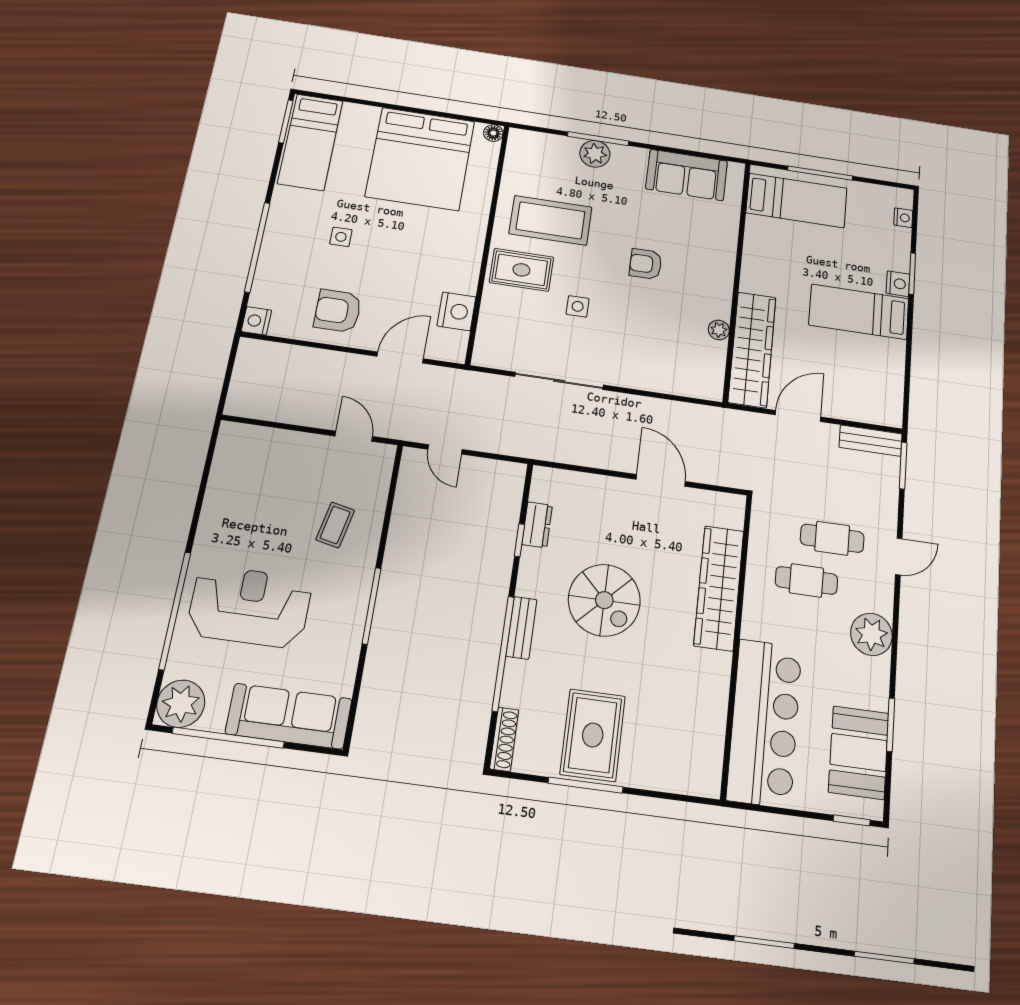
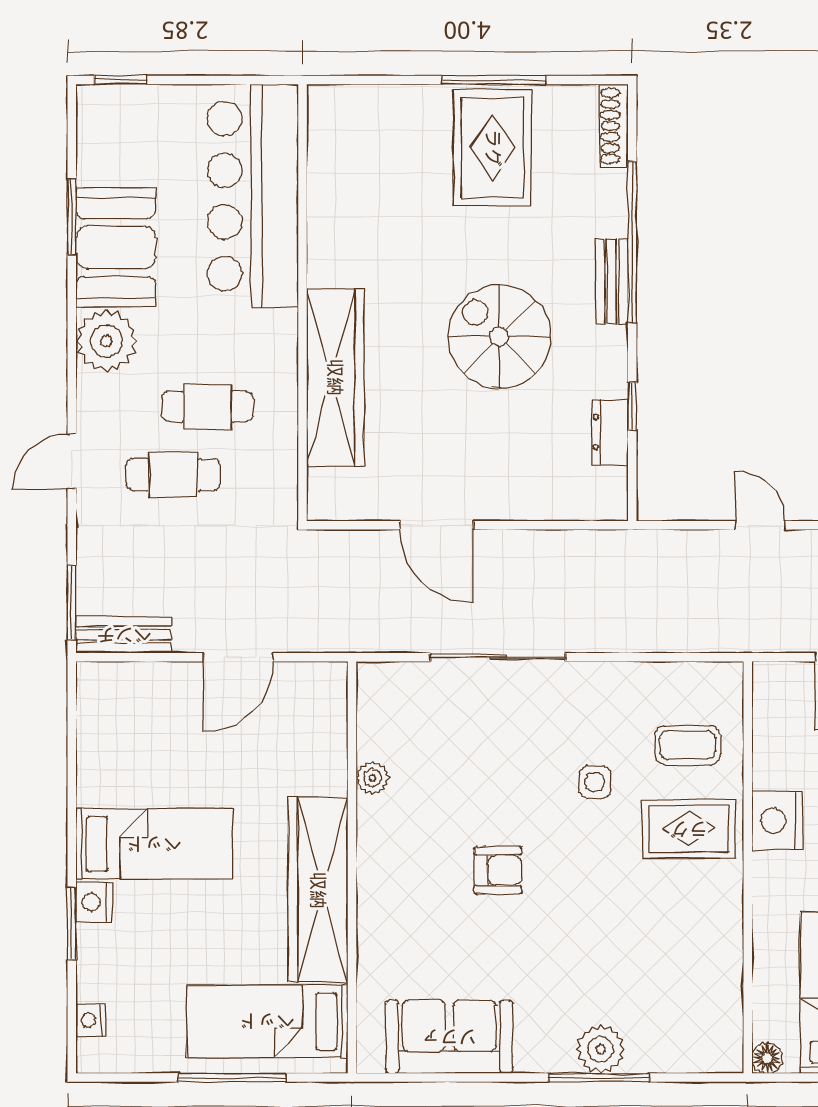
coffee table: (551, 220) -> (688, 745), moved, width x0.54, depth x0.58
nightstand: (457, 311) -> (777, 821), moved
wardrobe: (752, 349) -> (318, 890), moved
sliding door: (559, 381) -> (498, 657), moved
booth: (859, 752) -> (116, 247), moved

